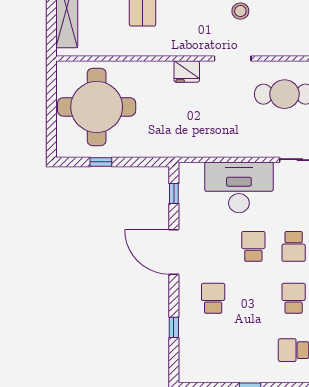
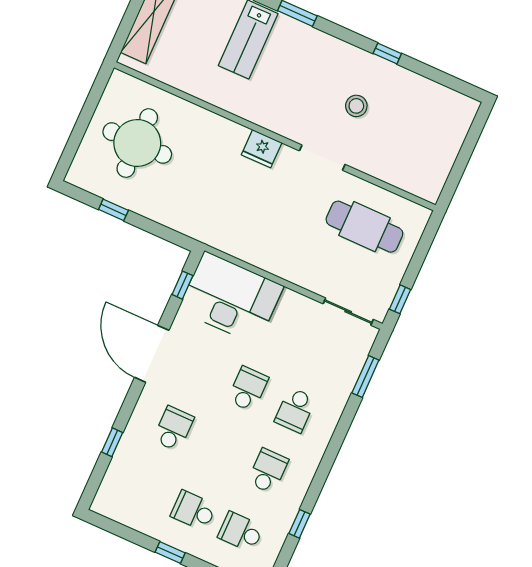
round table: (97, 107) -> (137, 143), width x0.73, depth x0.73
desk: (239, 187) -> (231, 298), moved
school desk: (253, 350) -> (193, 511), added

